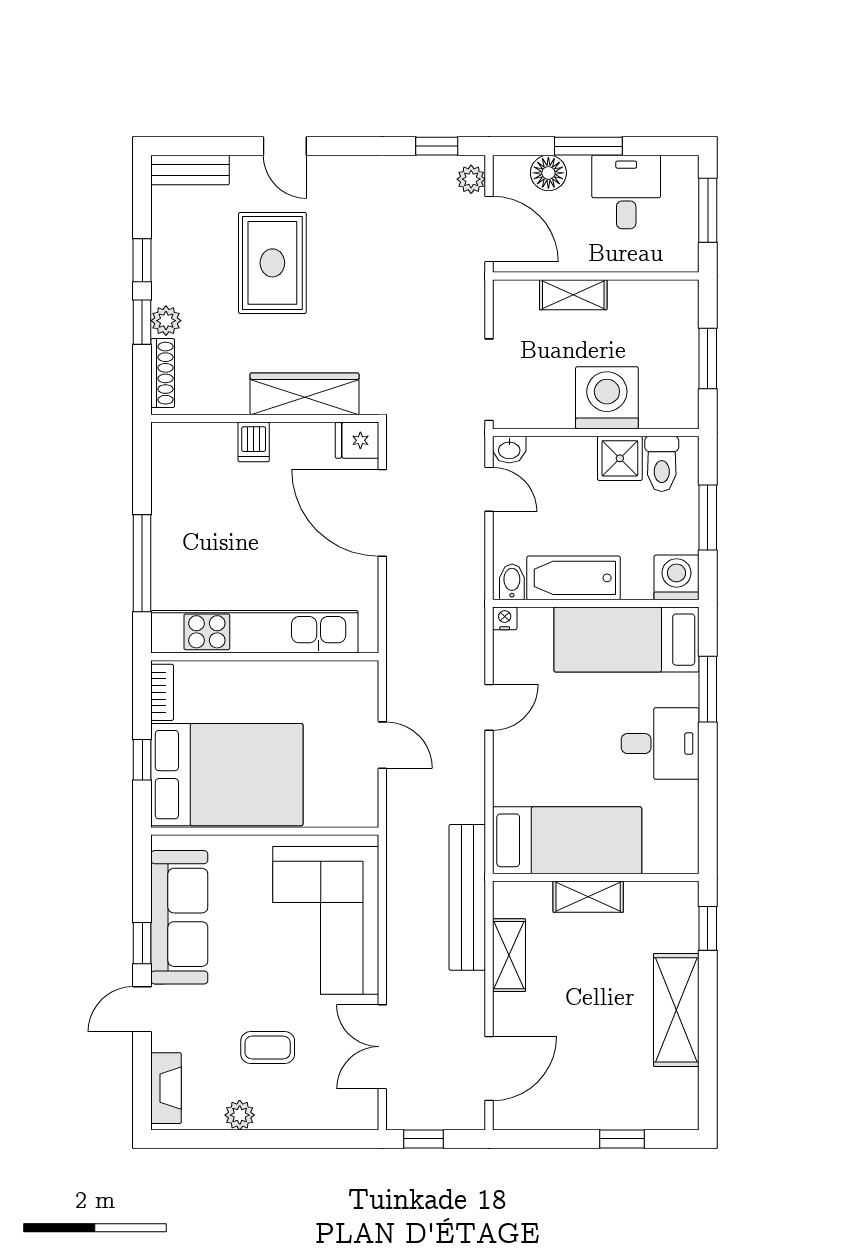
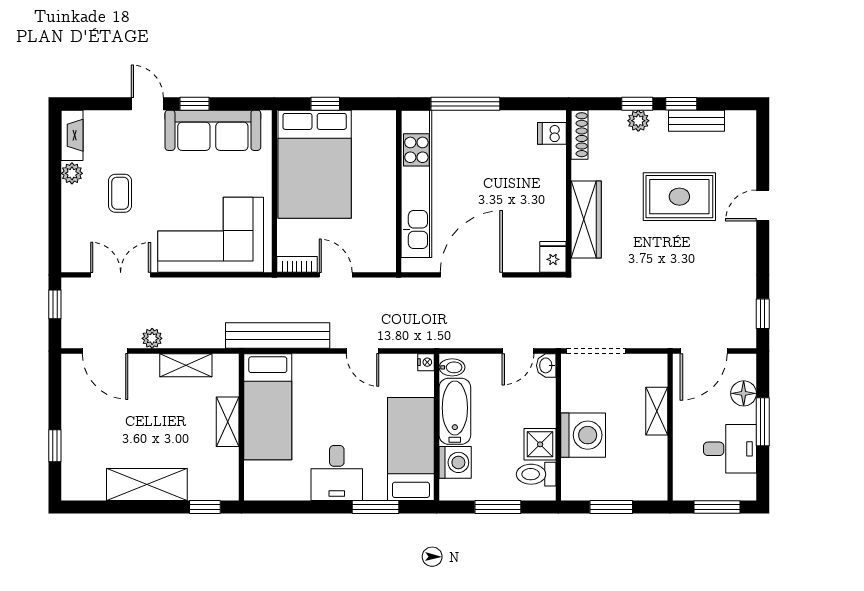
bench: (190, 170) -> (697, 121), moved, turned 90
plant: (471, 179) -> (152, 338), moved
shoe rack: (163, 373) -> (580, 135), moved, turned -90
dishwasher: (254, 442) -> (552, 133), moved
door: (382, 513) -> (471, 275), moved
washing machine: (677, 577) -> (455, 462), moved
bookcase: (162, 692) -> (297, 264), moved, turned 180
door: (382, 745) -> (336, 275), swing flipped
bench: (467, 897) -> (278, 336), moved
fireplace: (166, 1088) -> (72, 135), moved, turned -90

